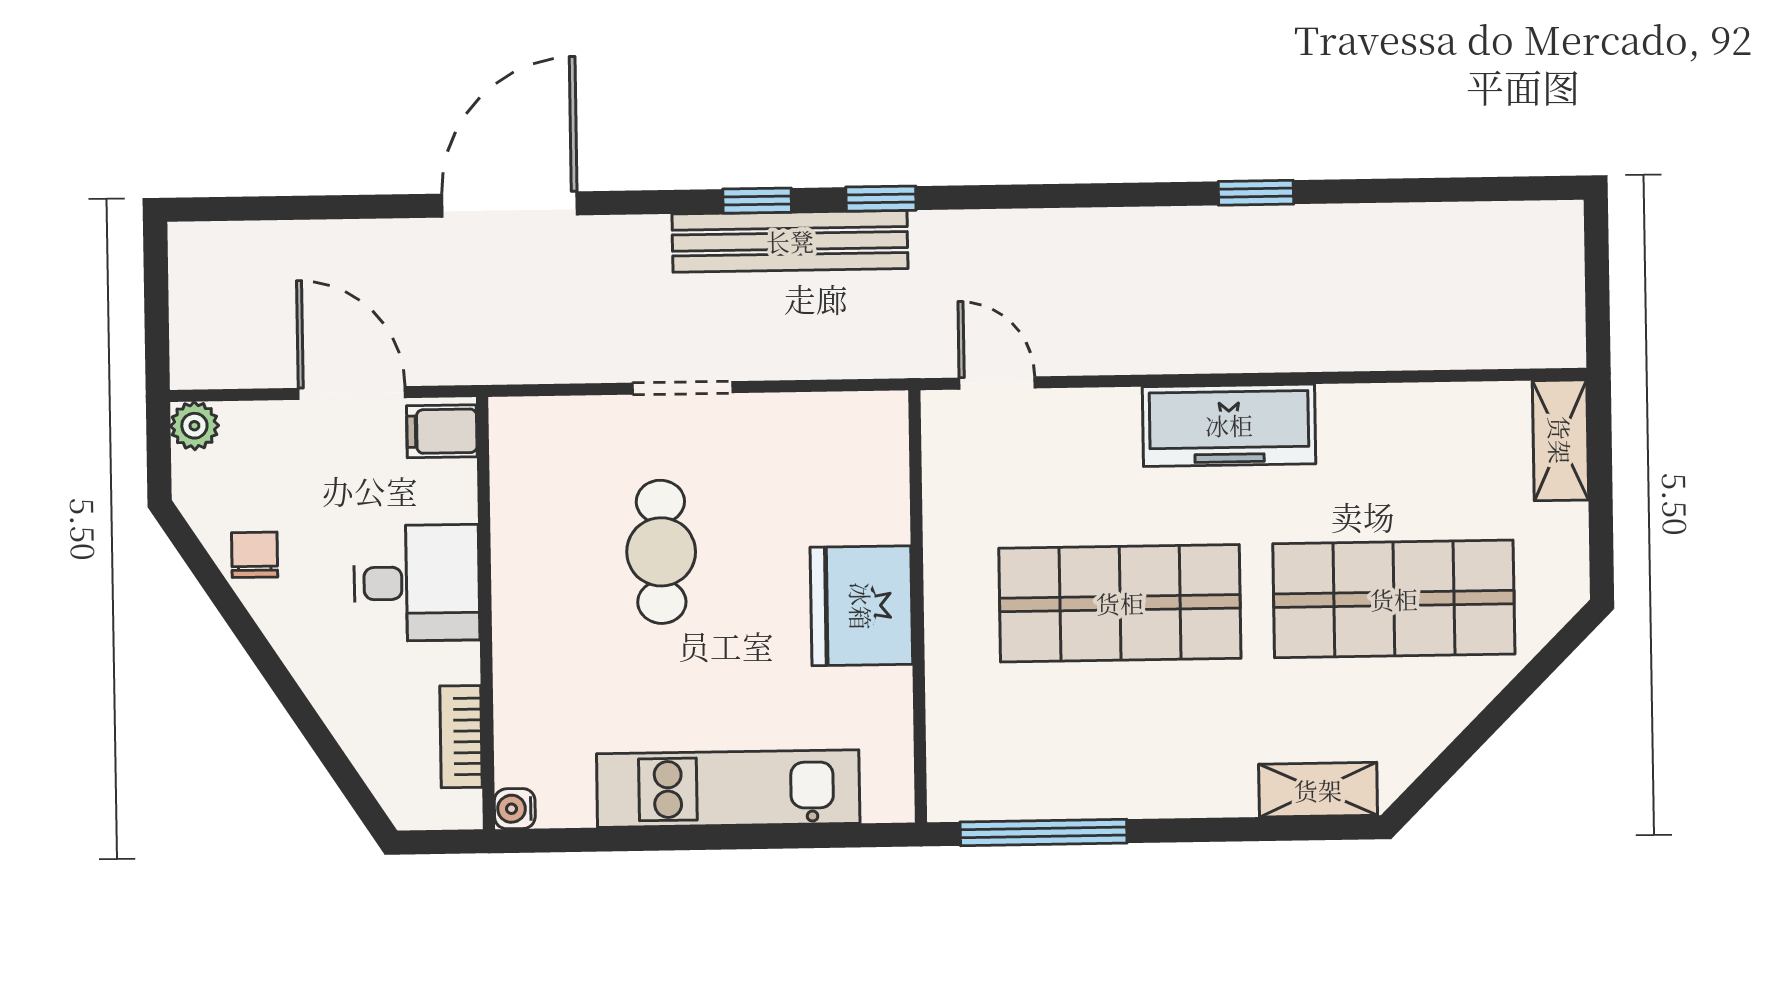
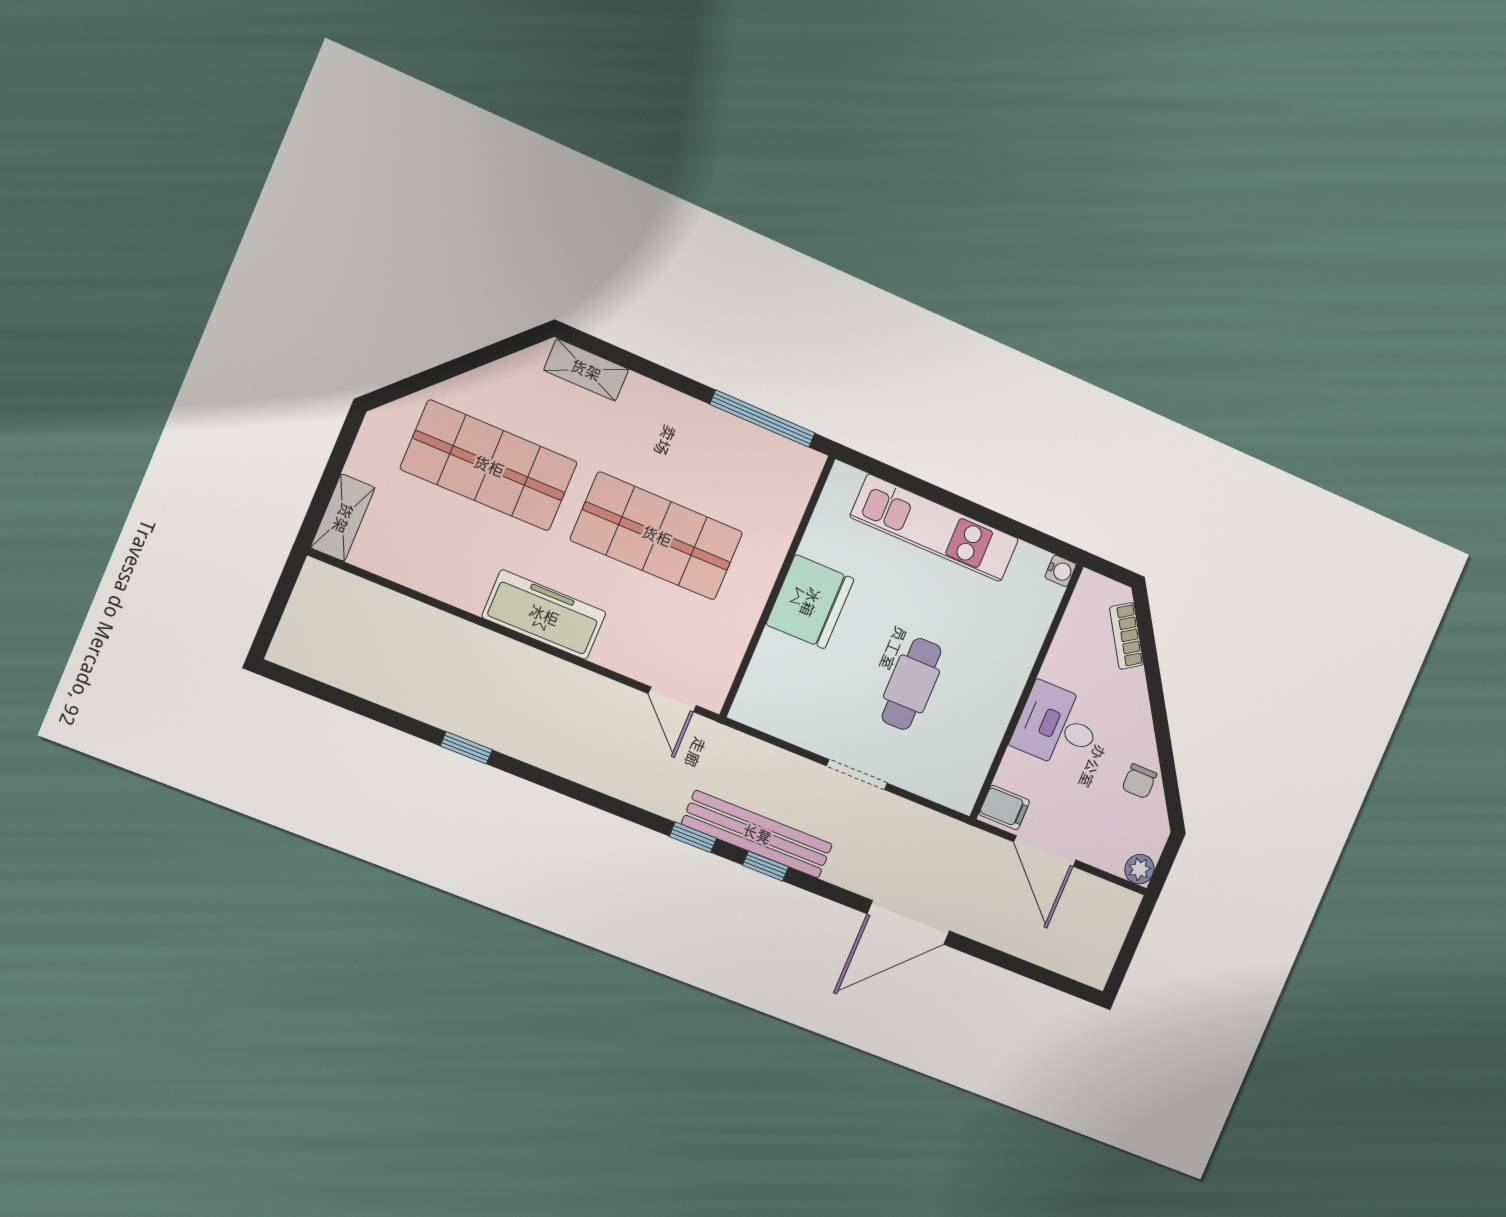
bookcase: (461, 737) -> (1127, 636), moved, turned 147

